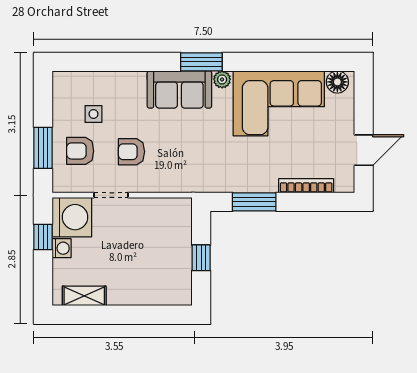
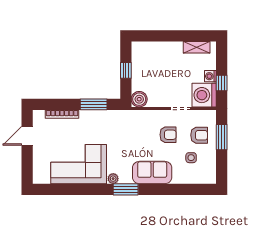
floor lamp: (337, 82) -> (43, 177), removed
sofa: (179, 89) -> (152, 173), moved
boiler: (179, 210) -> (139, 99), added

